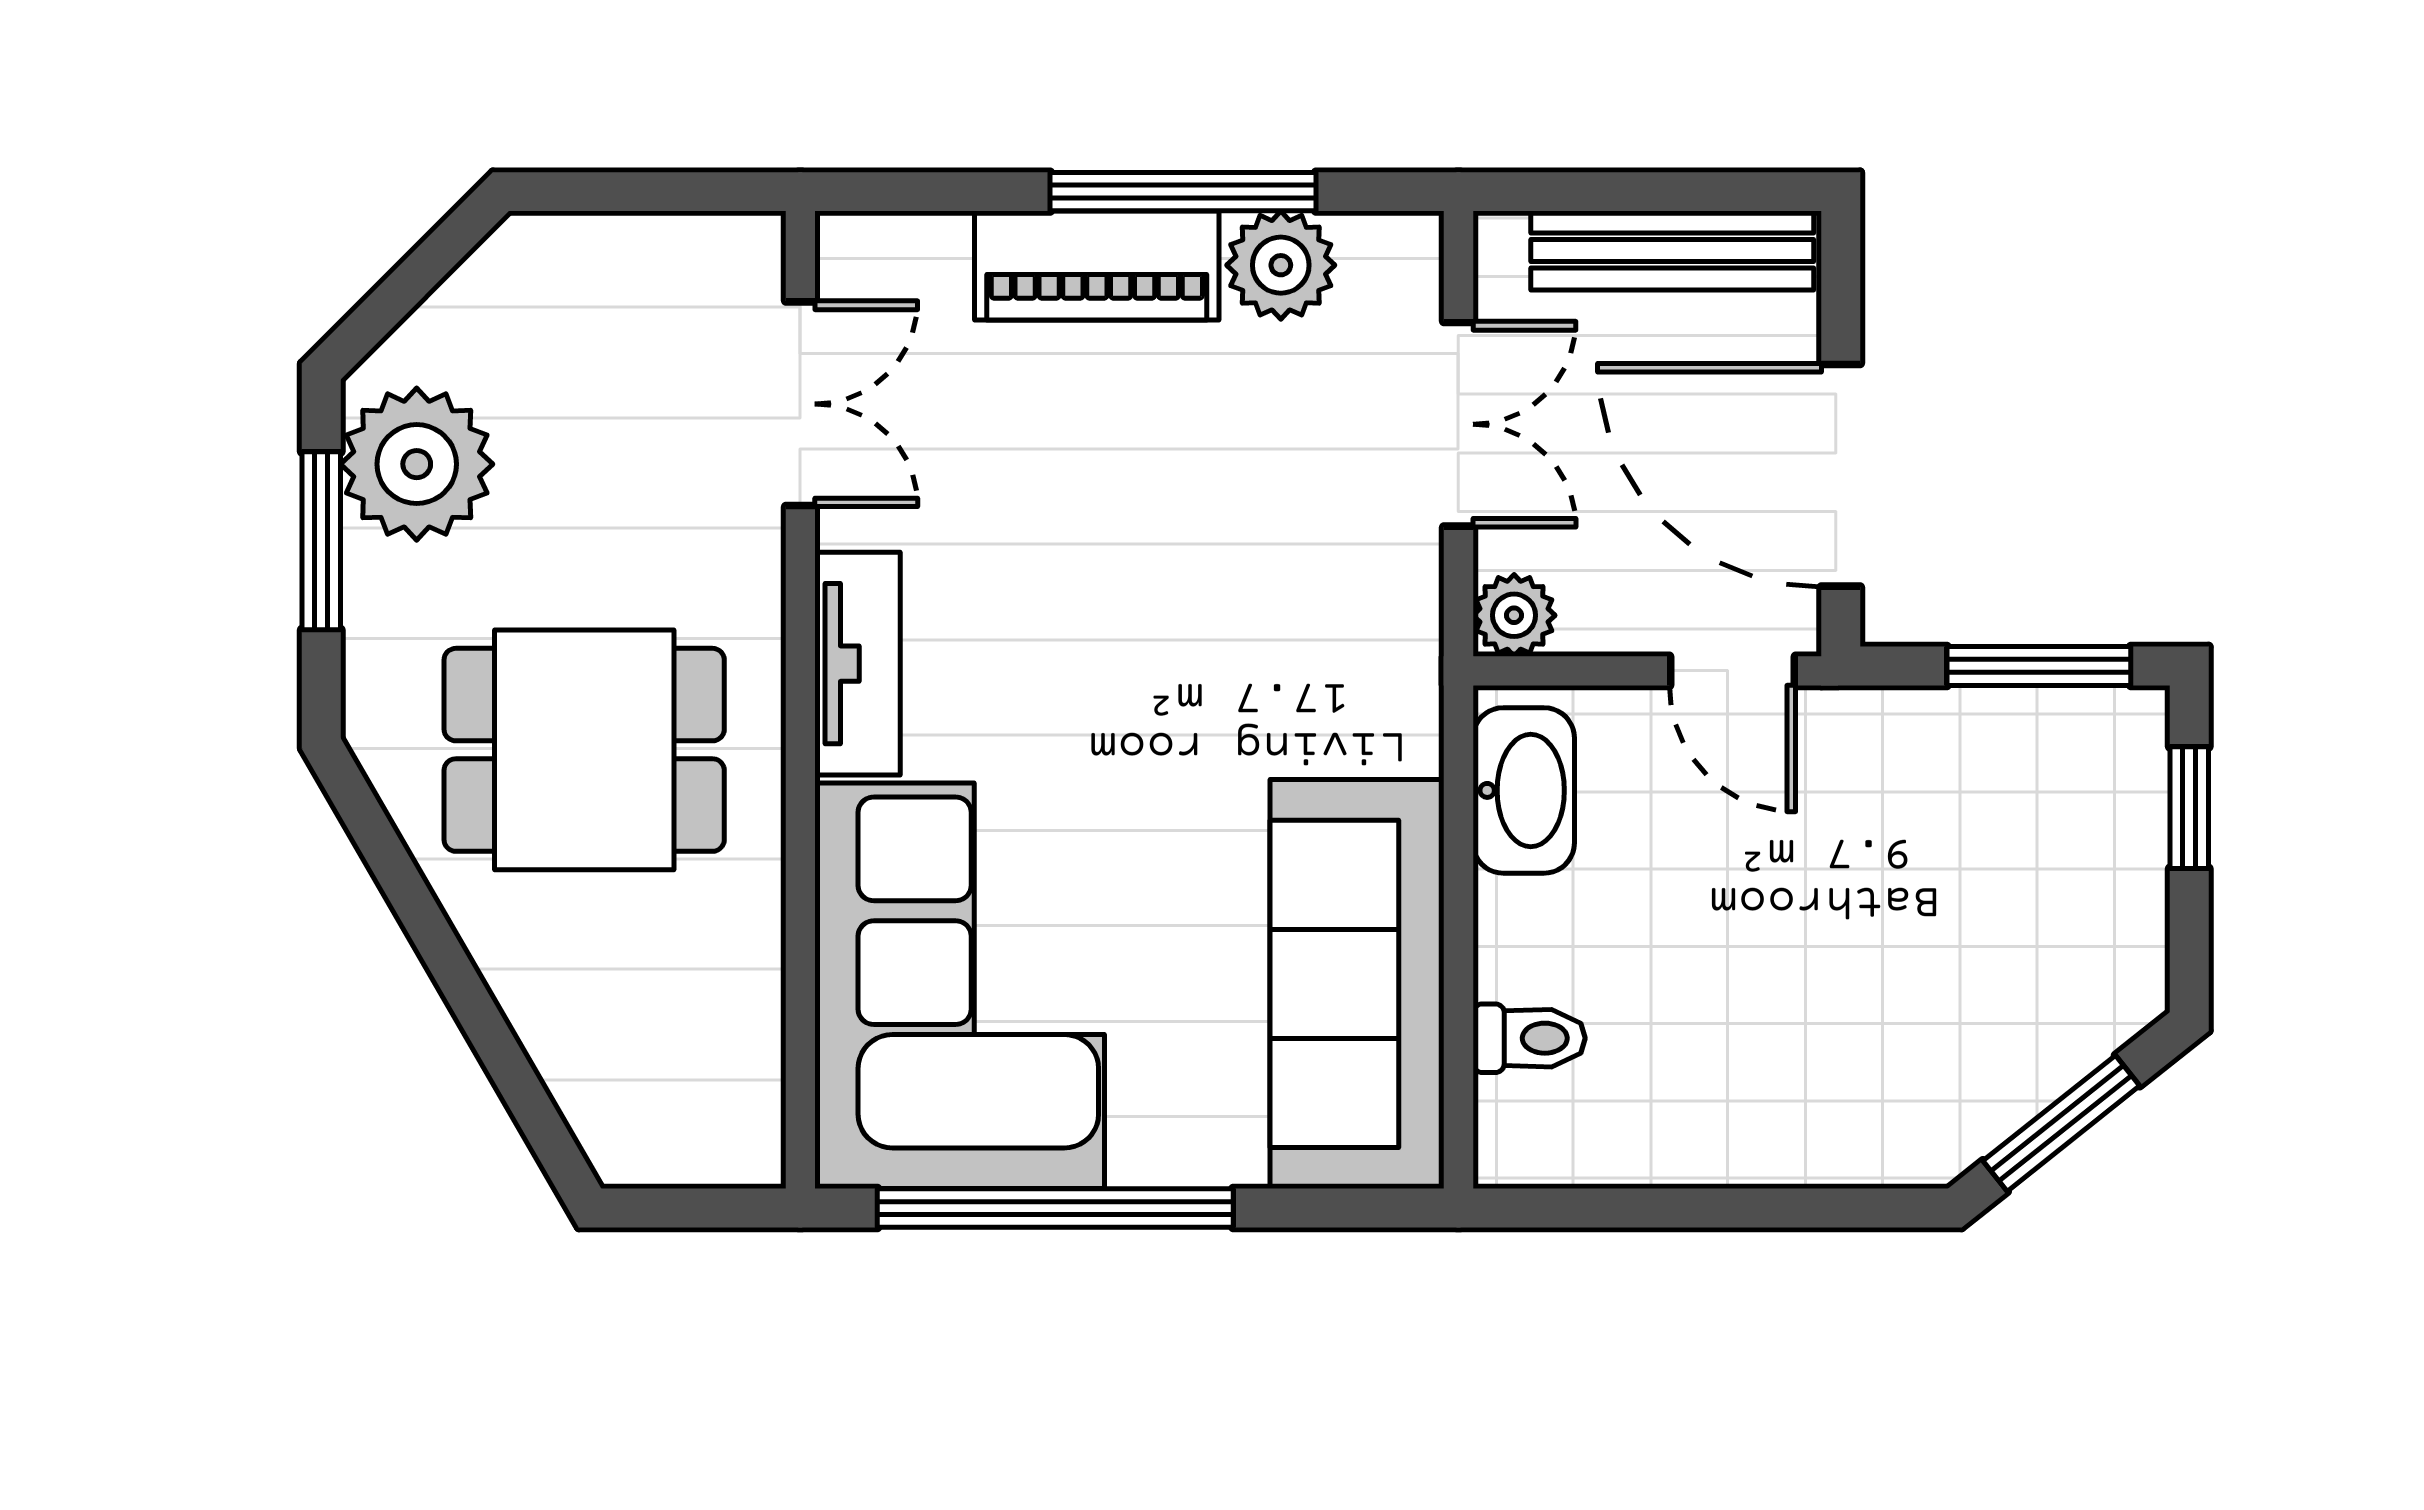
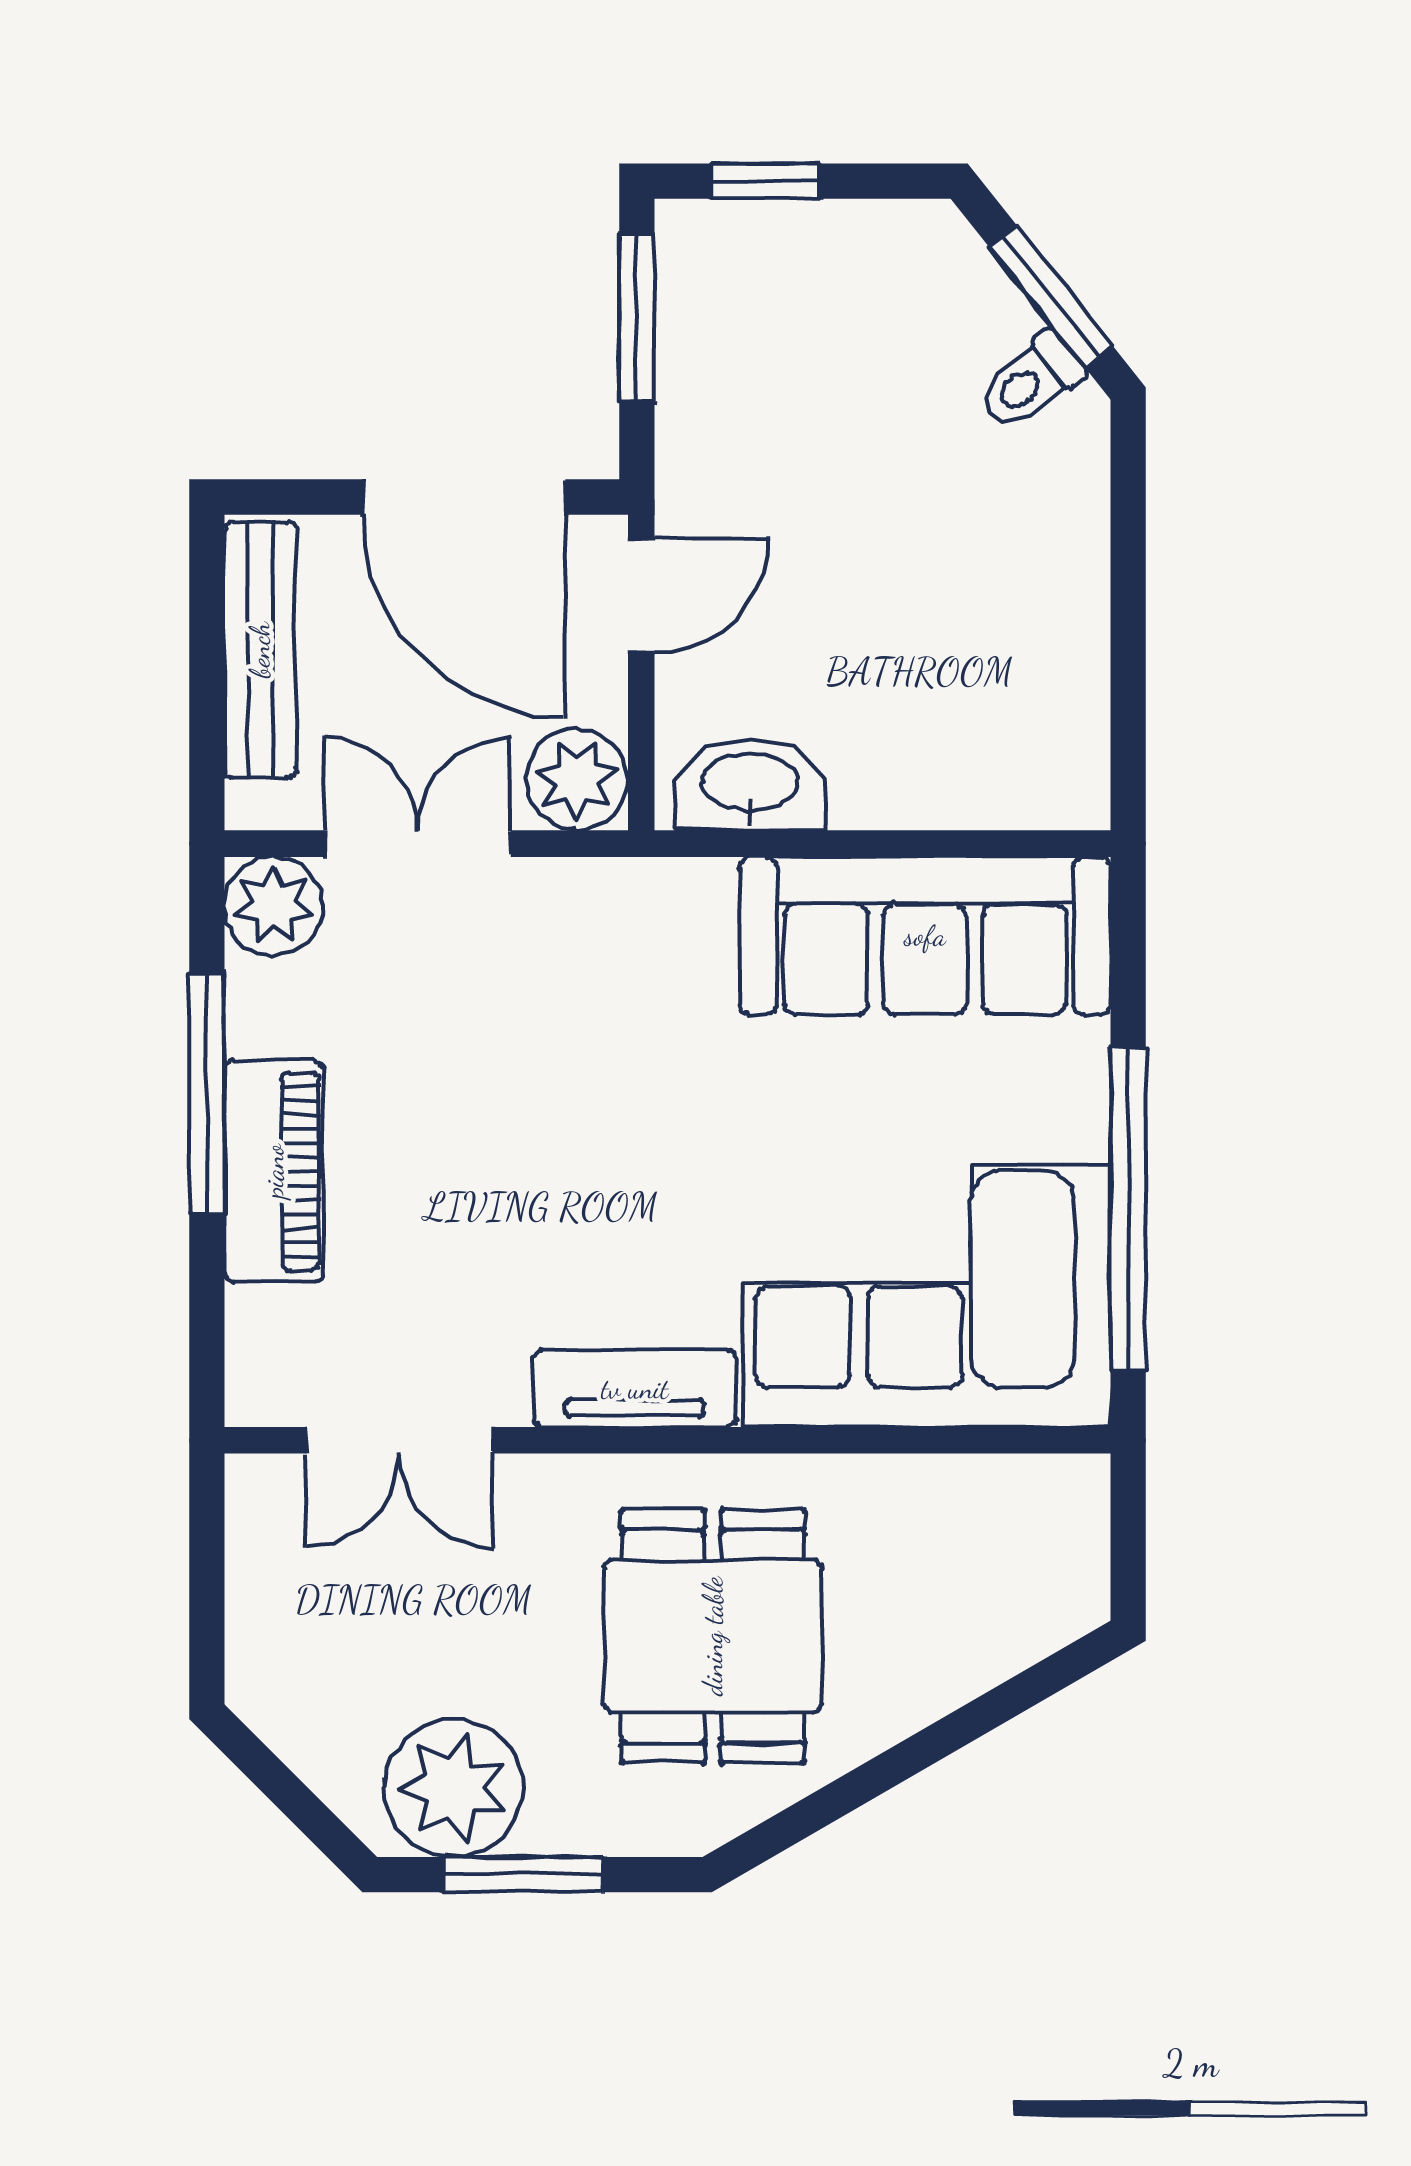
plant: (1281, 265) -> (274, 906), moved
double door: (800, 404) -> (399, 1440), swing flipped
door: (1841, 475) -> (464, 497), hinge flipped
plant: (1514, 615) -> (577, 779), width x1.38, depth x1.38
toilet: (1529, 1038) -> (1031, 381), moved, turned -129

